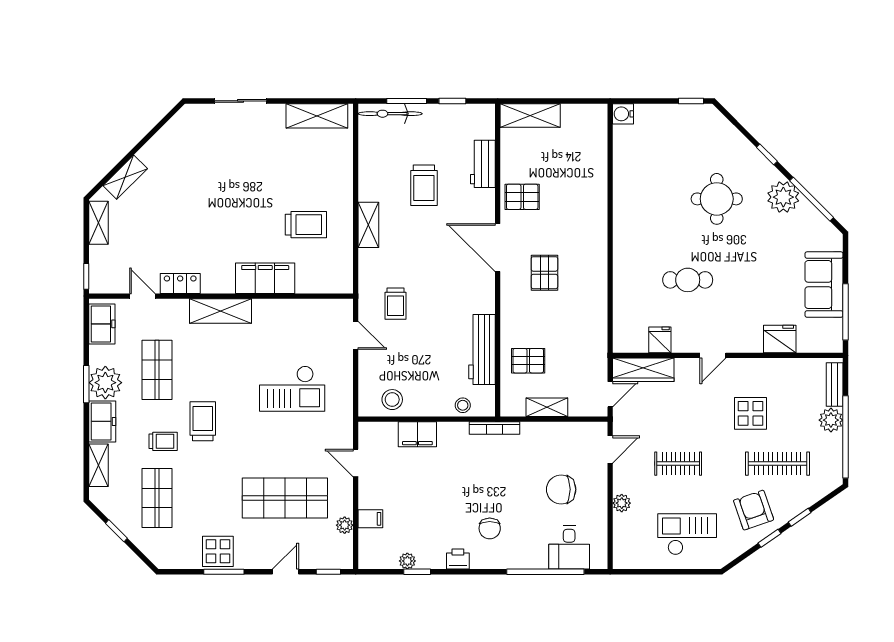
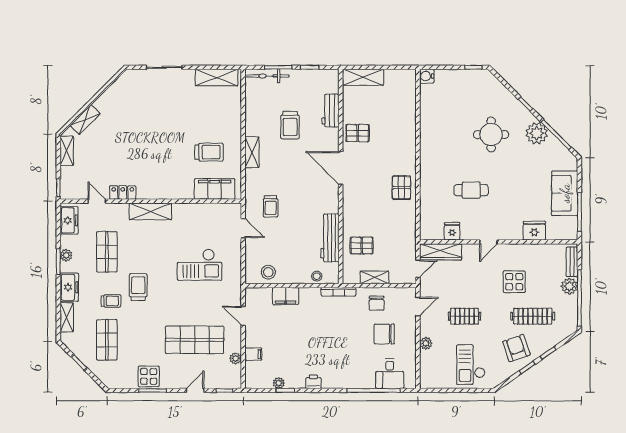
pallet: (544, 273) -> (401, 188), moved
filing cabinet: (265, 278) -> (215, 189), moved
plant: (105, 383) -> (66, 255), width x0.53, depth x0.53
chair: (490, 528) -> (377, 303), moved
checkout: (687, 534) -> (471, 365), turned -90

